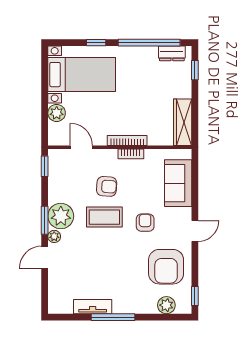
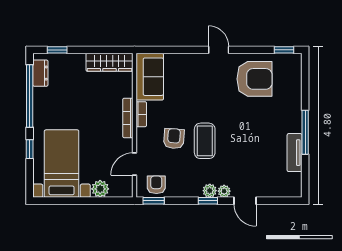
sofa: (178, 183) -> (150, 77), moved, turned -90
plant: (61, 216) -> (210, 191), width x0.53, depth x0.53
window: (45, 220) -> (208, 201), width x0.67
armchair: (145, 223) -> (156, 185), moved, turned 90
plant: (166, 305) -> (293, 79), removed

